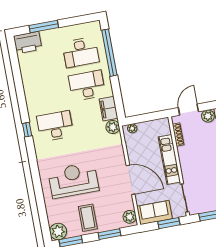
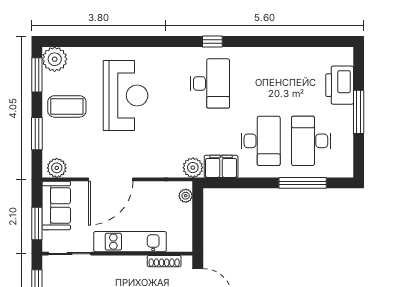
window: (44, 27) -> (359, 112), moved
printer: (28, 43) -> (340, 85), moved
window: (109, 53) -> (303, 183), width x0.68

